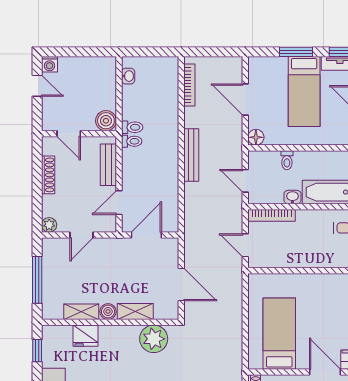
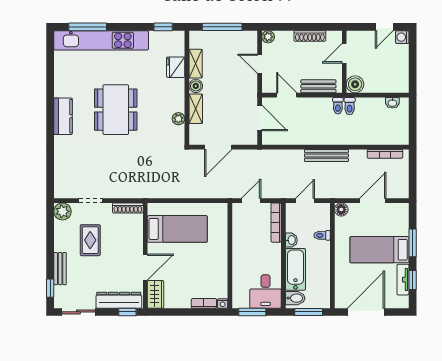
plant: (154, 339) -> (178, 119), width x0.53, depth x0.53

